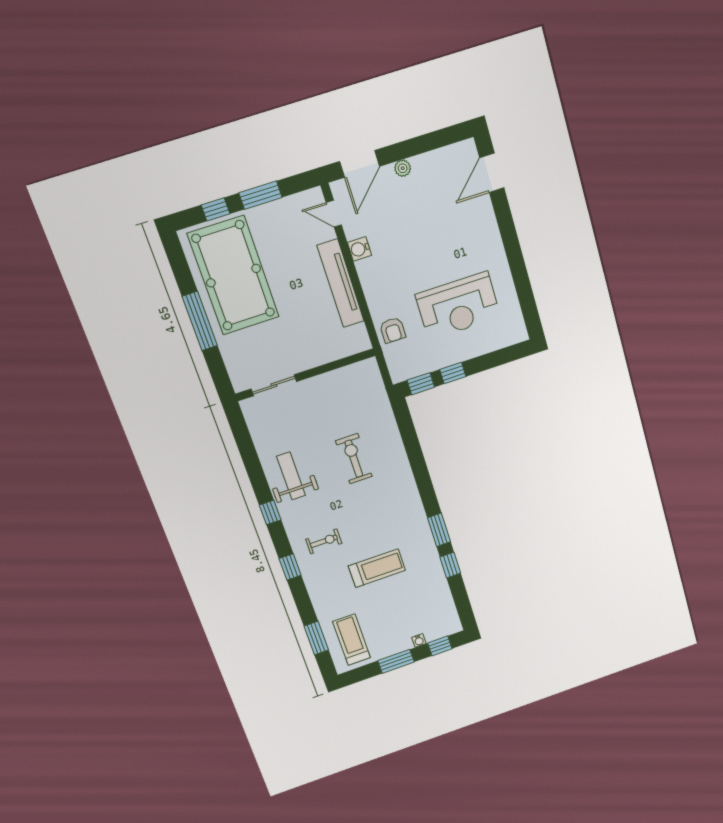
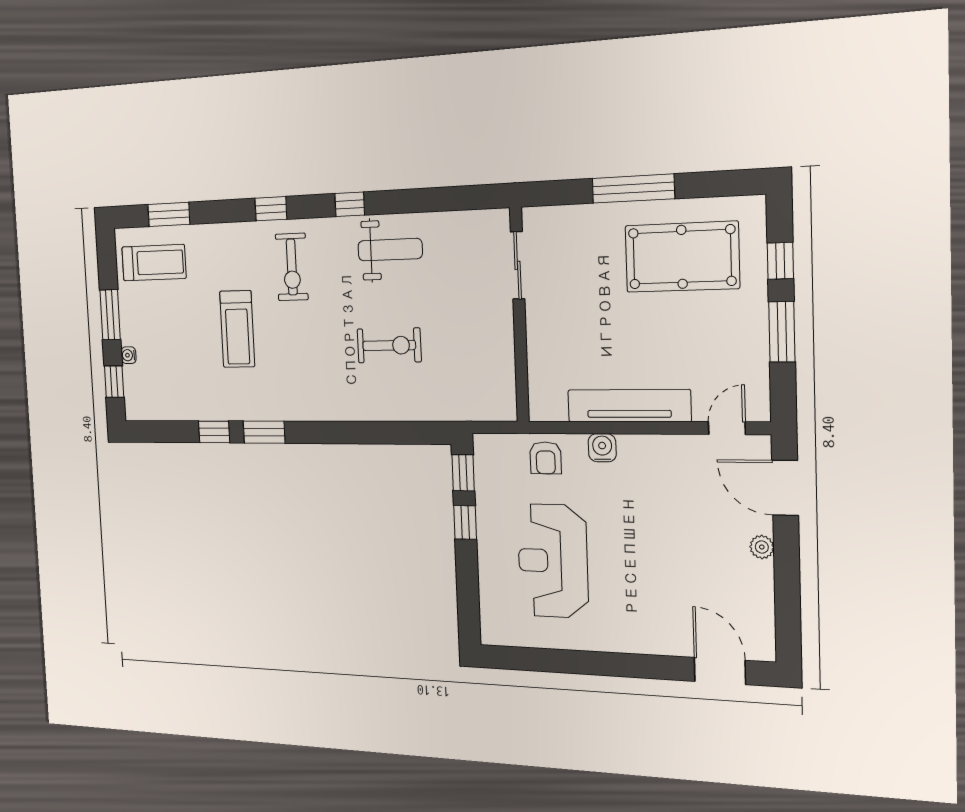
water cooler: (359, 249) -> (602, 448), moved
pool table: (234, 276) -> (682, 257), width x0.73, depth x0.76
armchair: (393, 330) -> (546, 458), turned -90
exercise bike: (324, 541) -> (292, 267), width x1.38, depth x1.39

